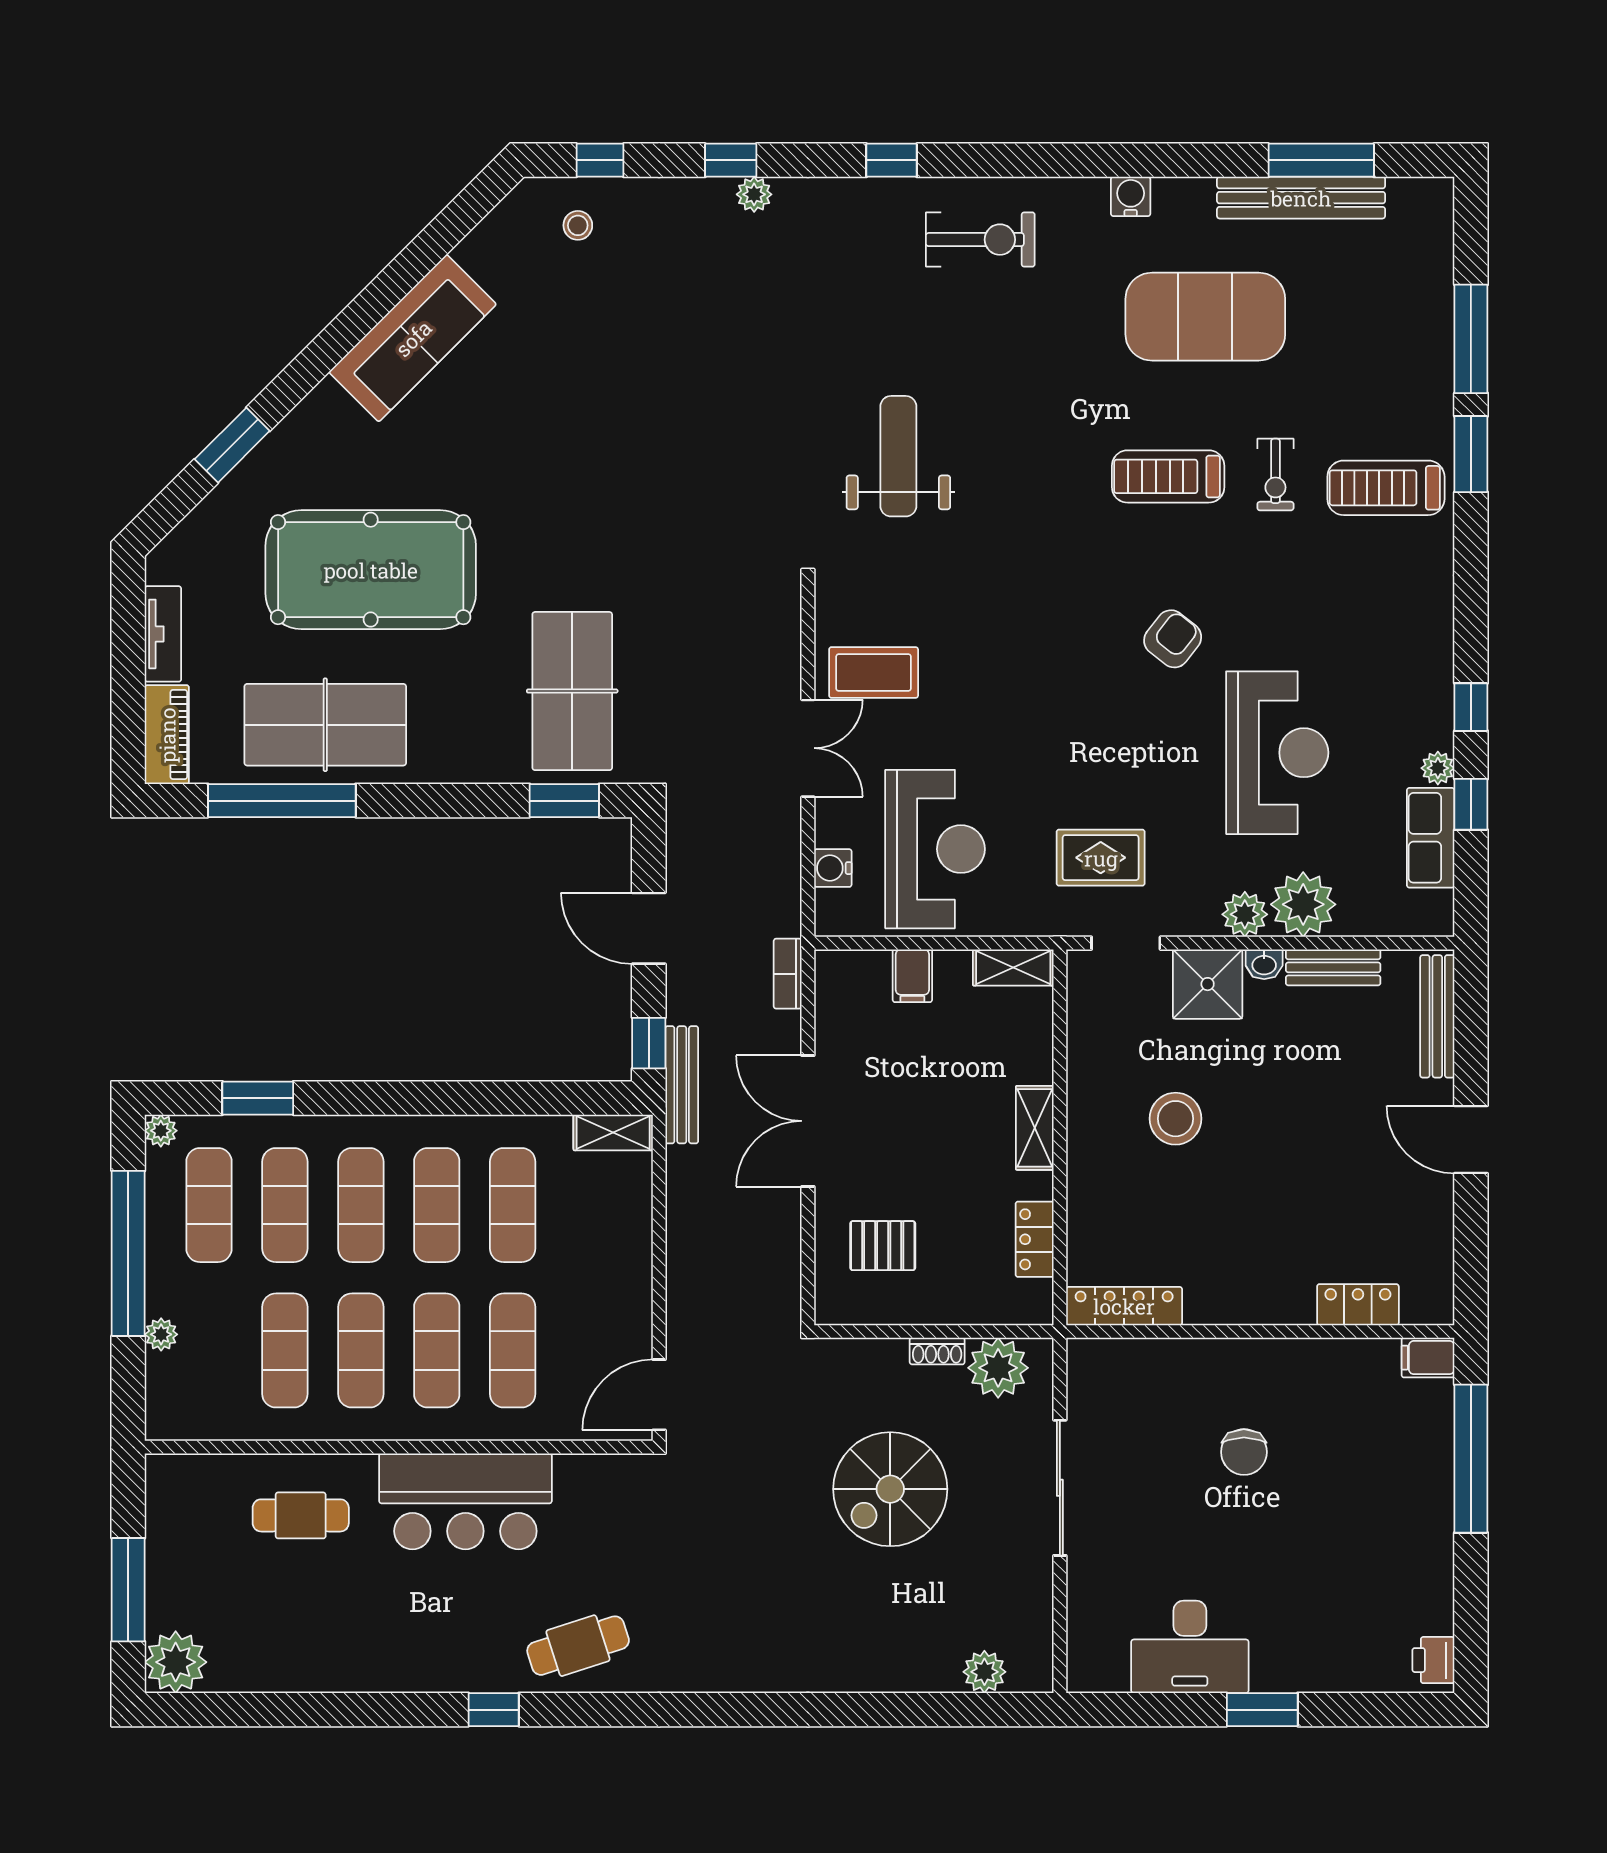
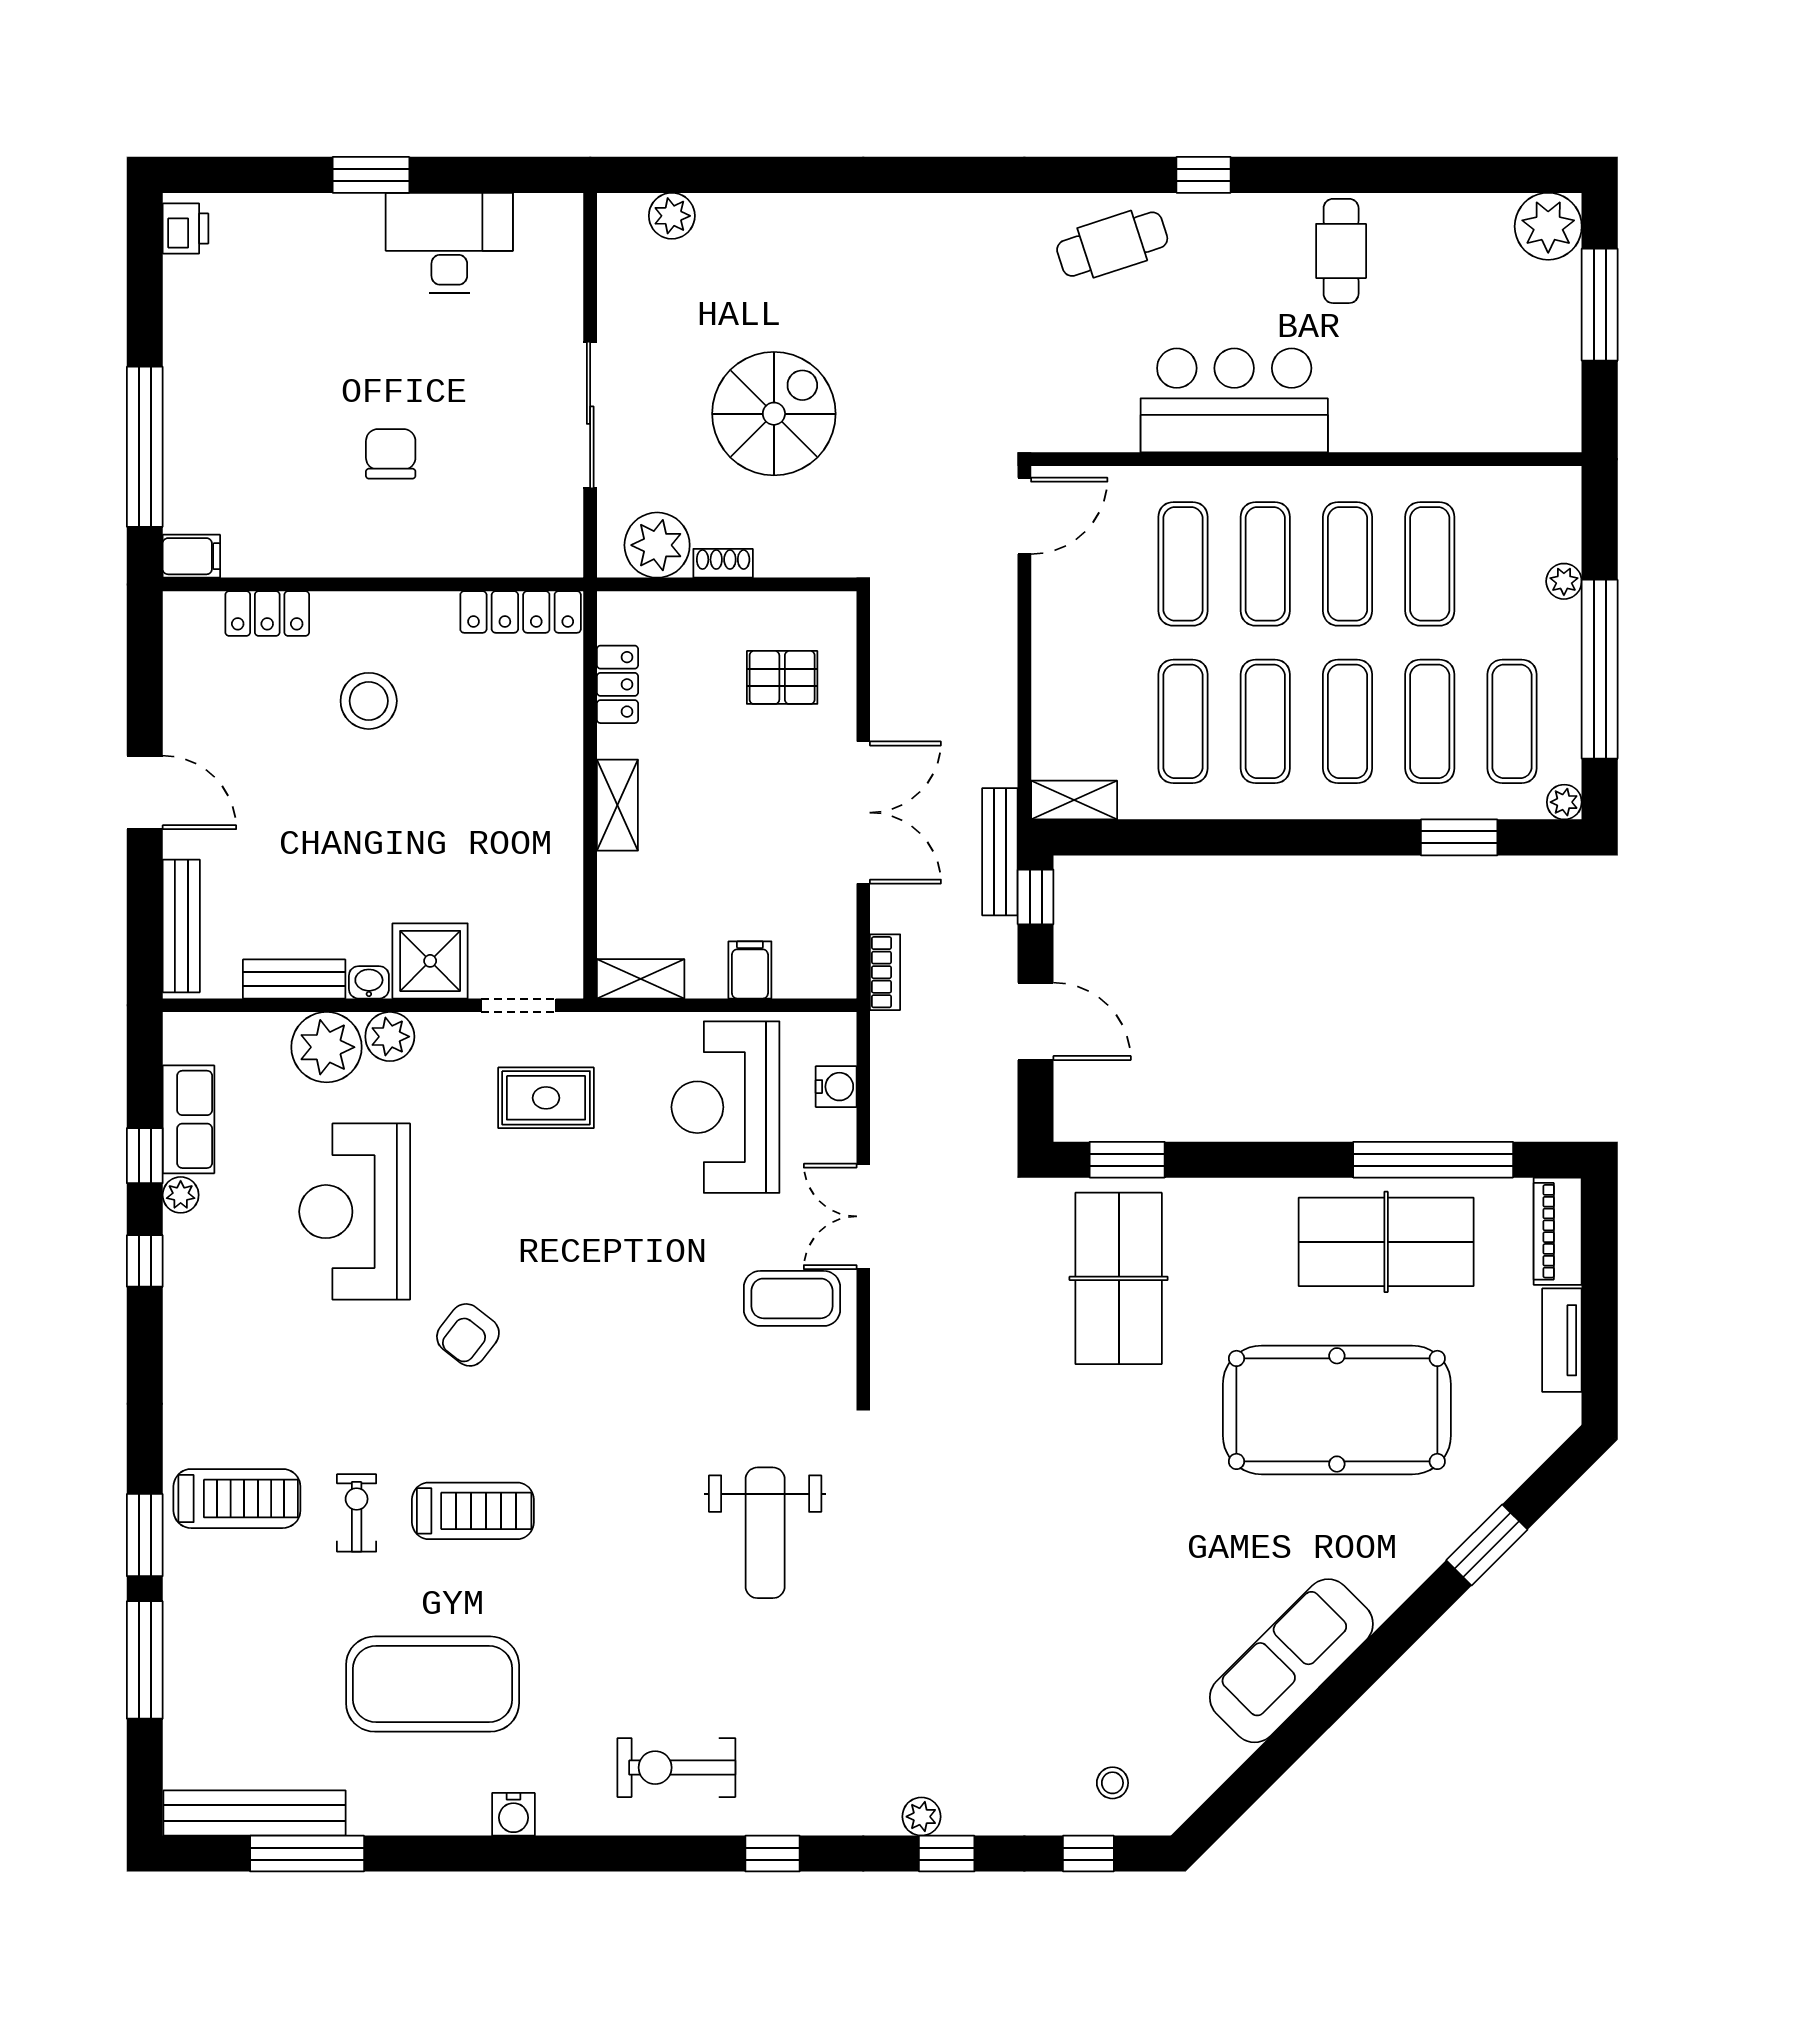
bench: (1301, 198) -> (255, 1813), moved
stool: (1176, 1119) -> (369, 701), moved
cafe table: (301, 1515) -> (1341, 251), moved, turned 90

